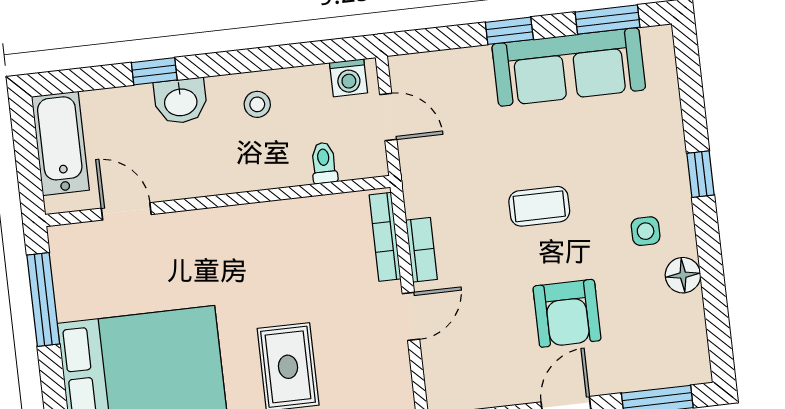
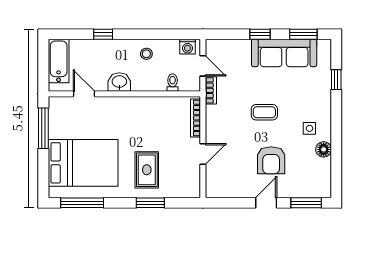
washbasin: (181, 101) -> (119, 82), moved, turned 180
window: (701, 174) -> (336, 80), moved
bookcase: (422, 250) -> (211, 90), moved

